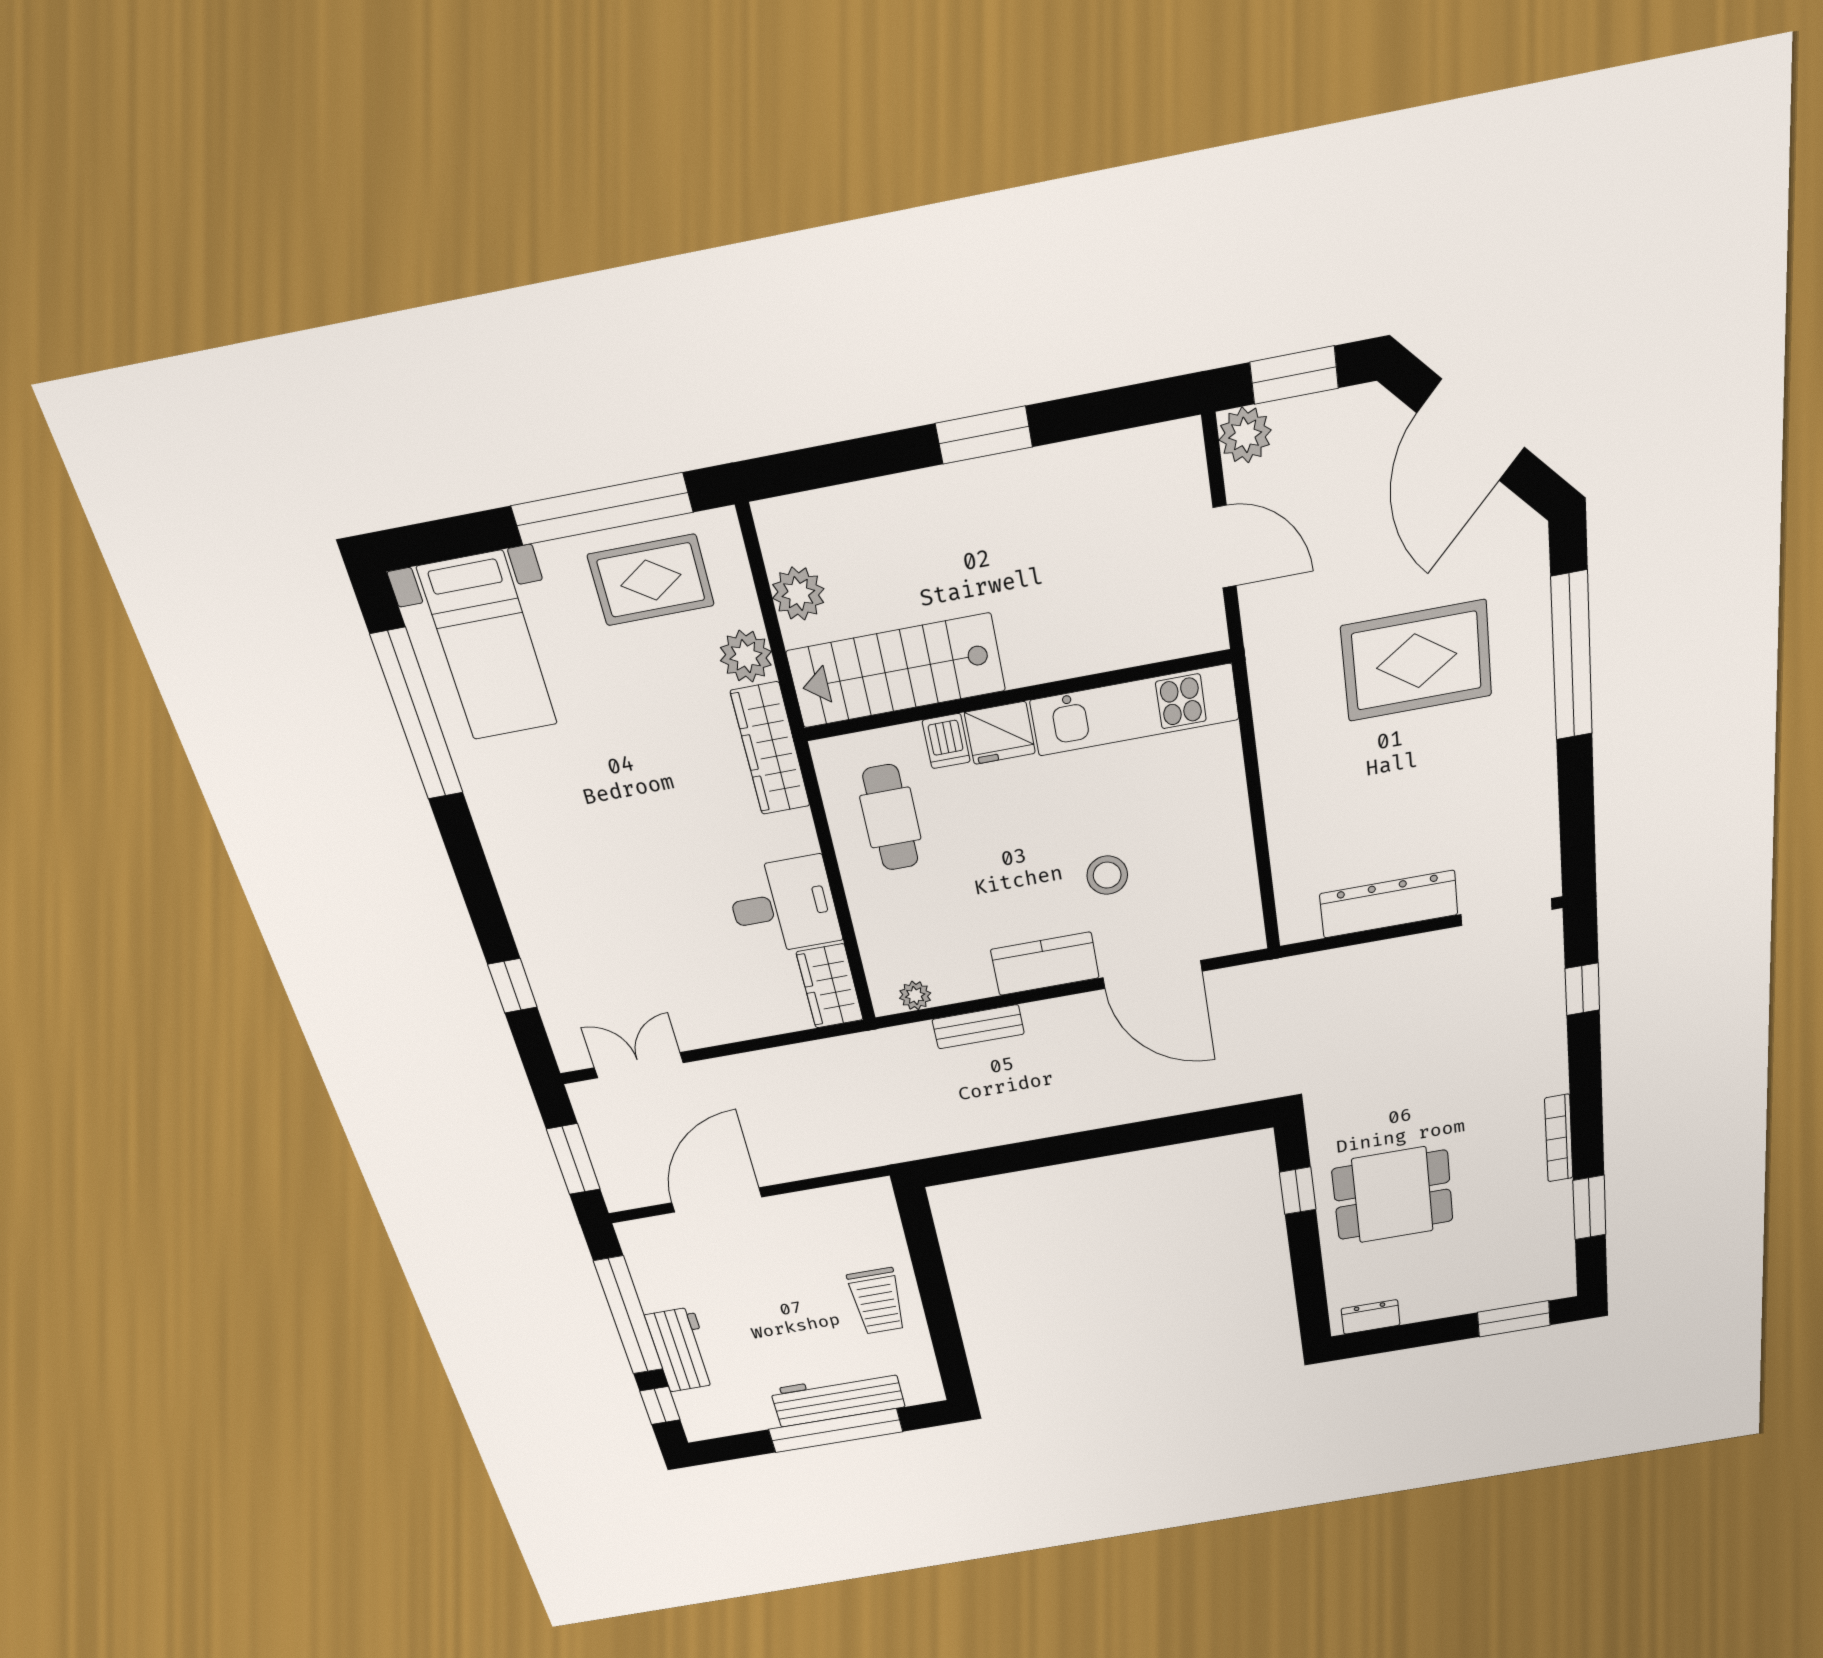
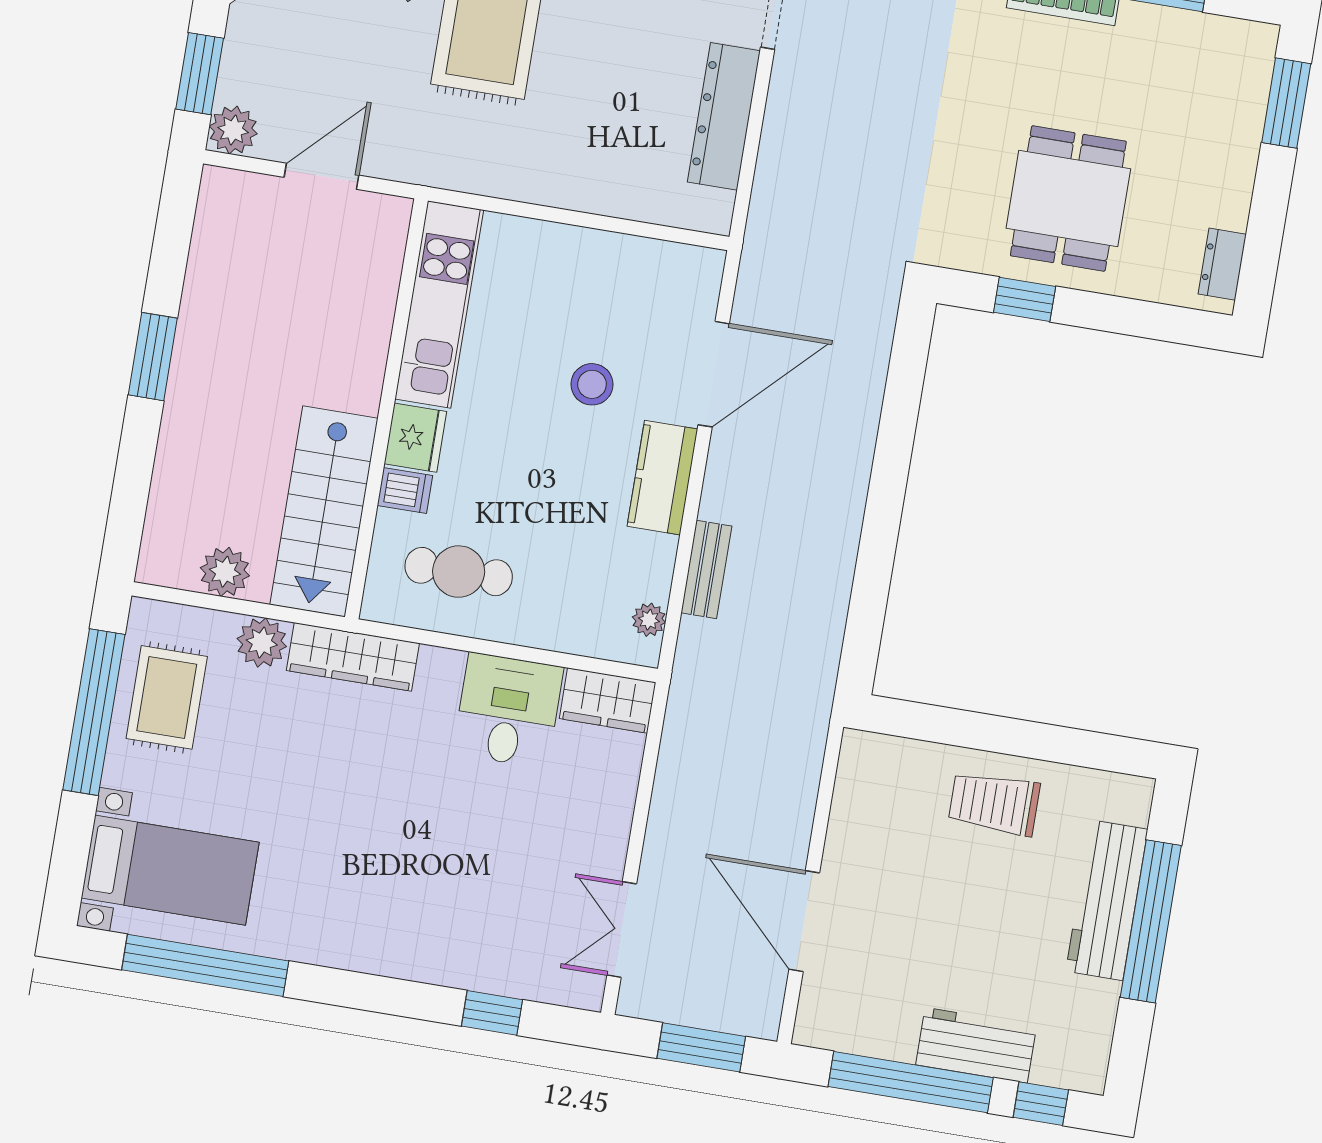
trolley: (877, 1301) -> (994, 803), turned 180

